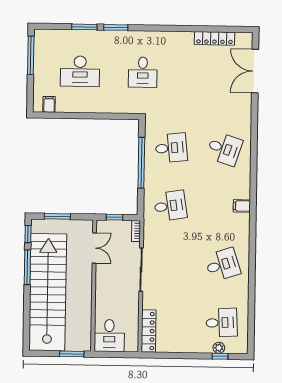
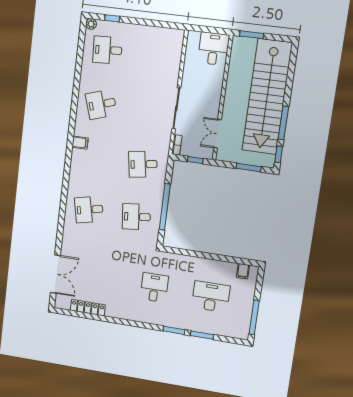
desk: (224, 149) -> (89, 210), turned -30
filing cabinet: (242, 206) -> (80, 143), moved
locker: (149, 331) -> (176, 49), removed
plant: (219, 348) -> (91, 24), moved

